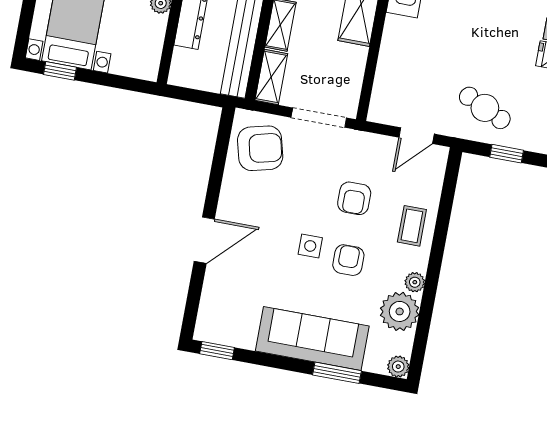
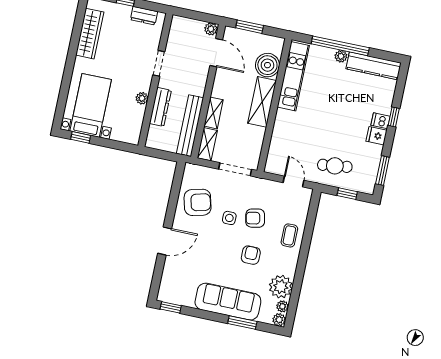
cafe table: (485, 108) -> (335, 166), turned -32
door: (417, 136) -> (293, 181), swing flipped
armchair: (260, 148) -> (198, 202), moved
armchair: (354, 198) -> (255, 218), turned 79
side table: (310, 246) -> (229, 218), moved
plant: (415, 282) -> (282, 306), moved

